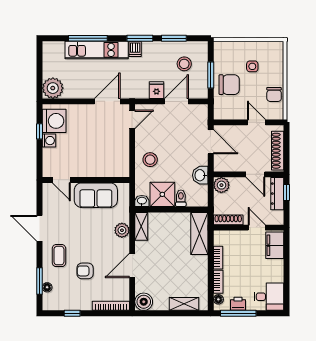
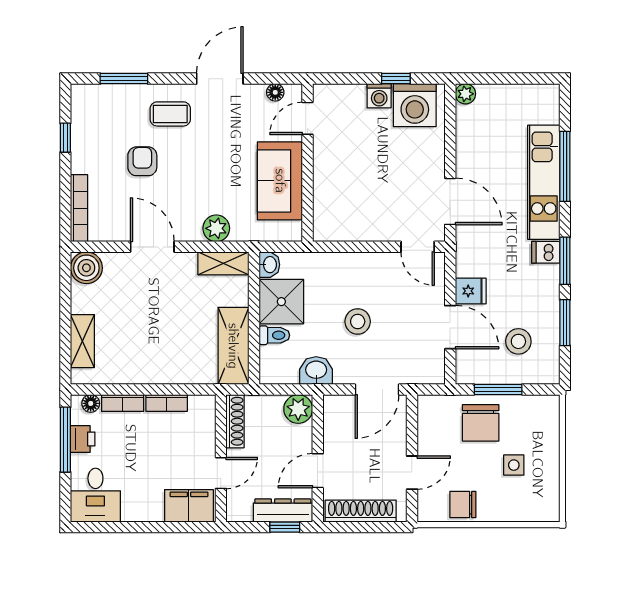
plant: (53, 88) -> (465, 94), width x0.53, depth x0.53
stool: (150, 160) -> (358, 321), moved
shelving: (199, 233) -> (233, 346), moved, turned 90
floor lamp: (47, 287) -> (275, 92), moved

